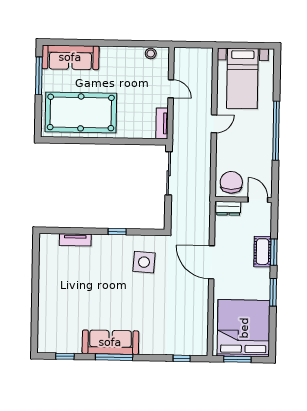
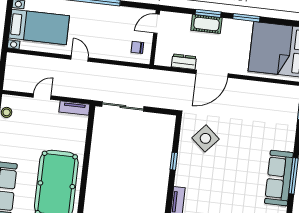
chair: (231, 182) -> (137, 47), width x0.54, depth x0.54
dresser: (228, 208) -> (184, 62), moved, turned -90
side table: (144, 262) -> (205, 138), turned 37

